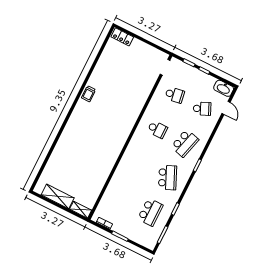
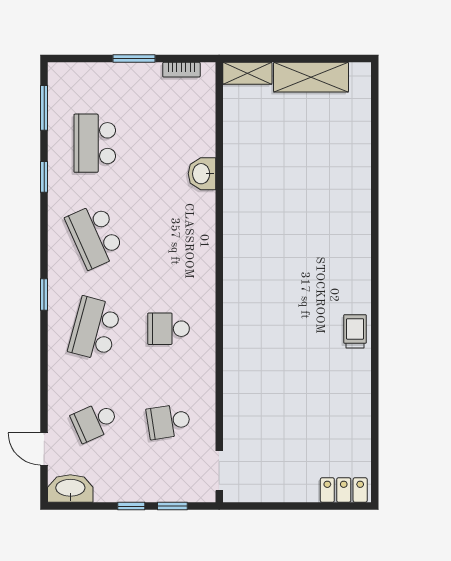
washbasin: (116, 181) -> (202, 174), added

